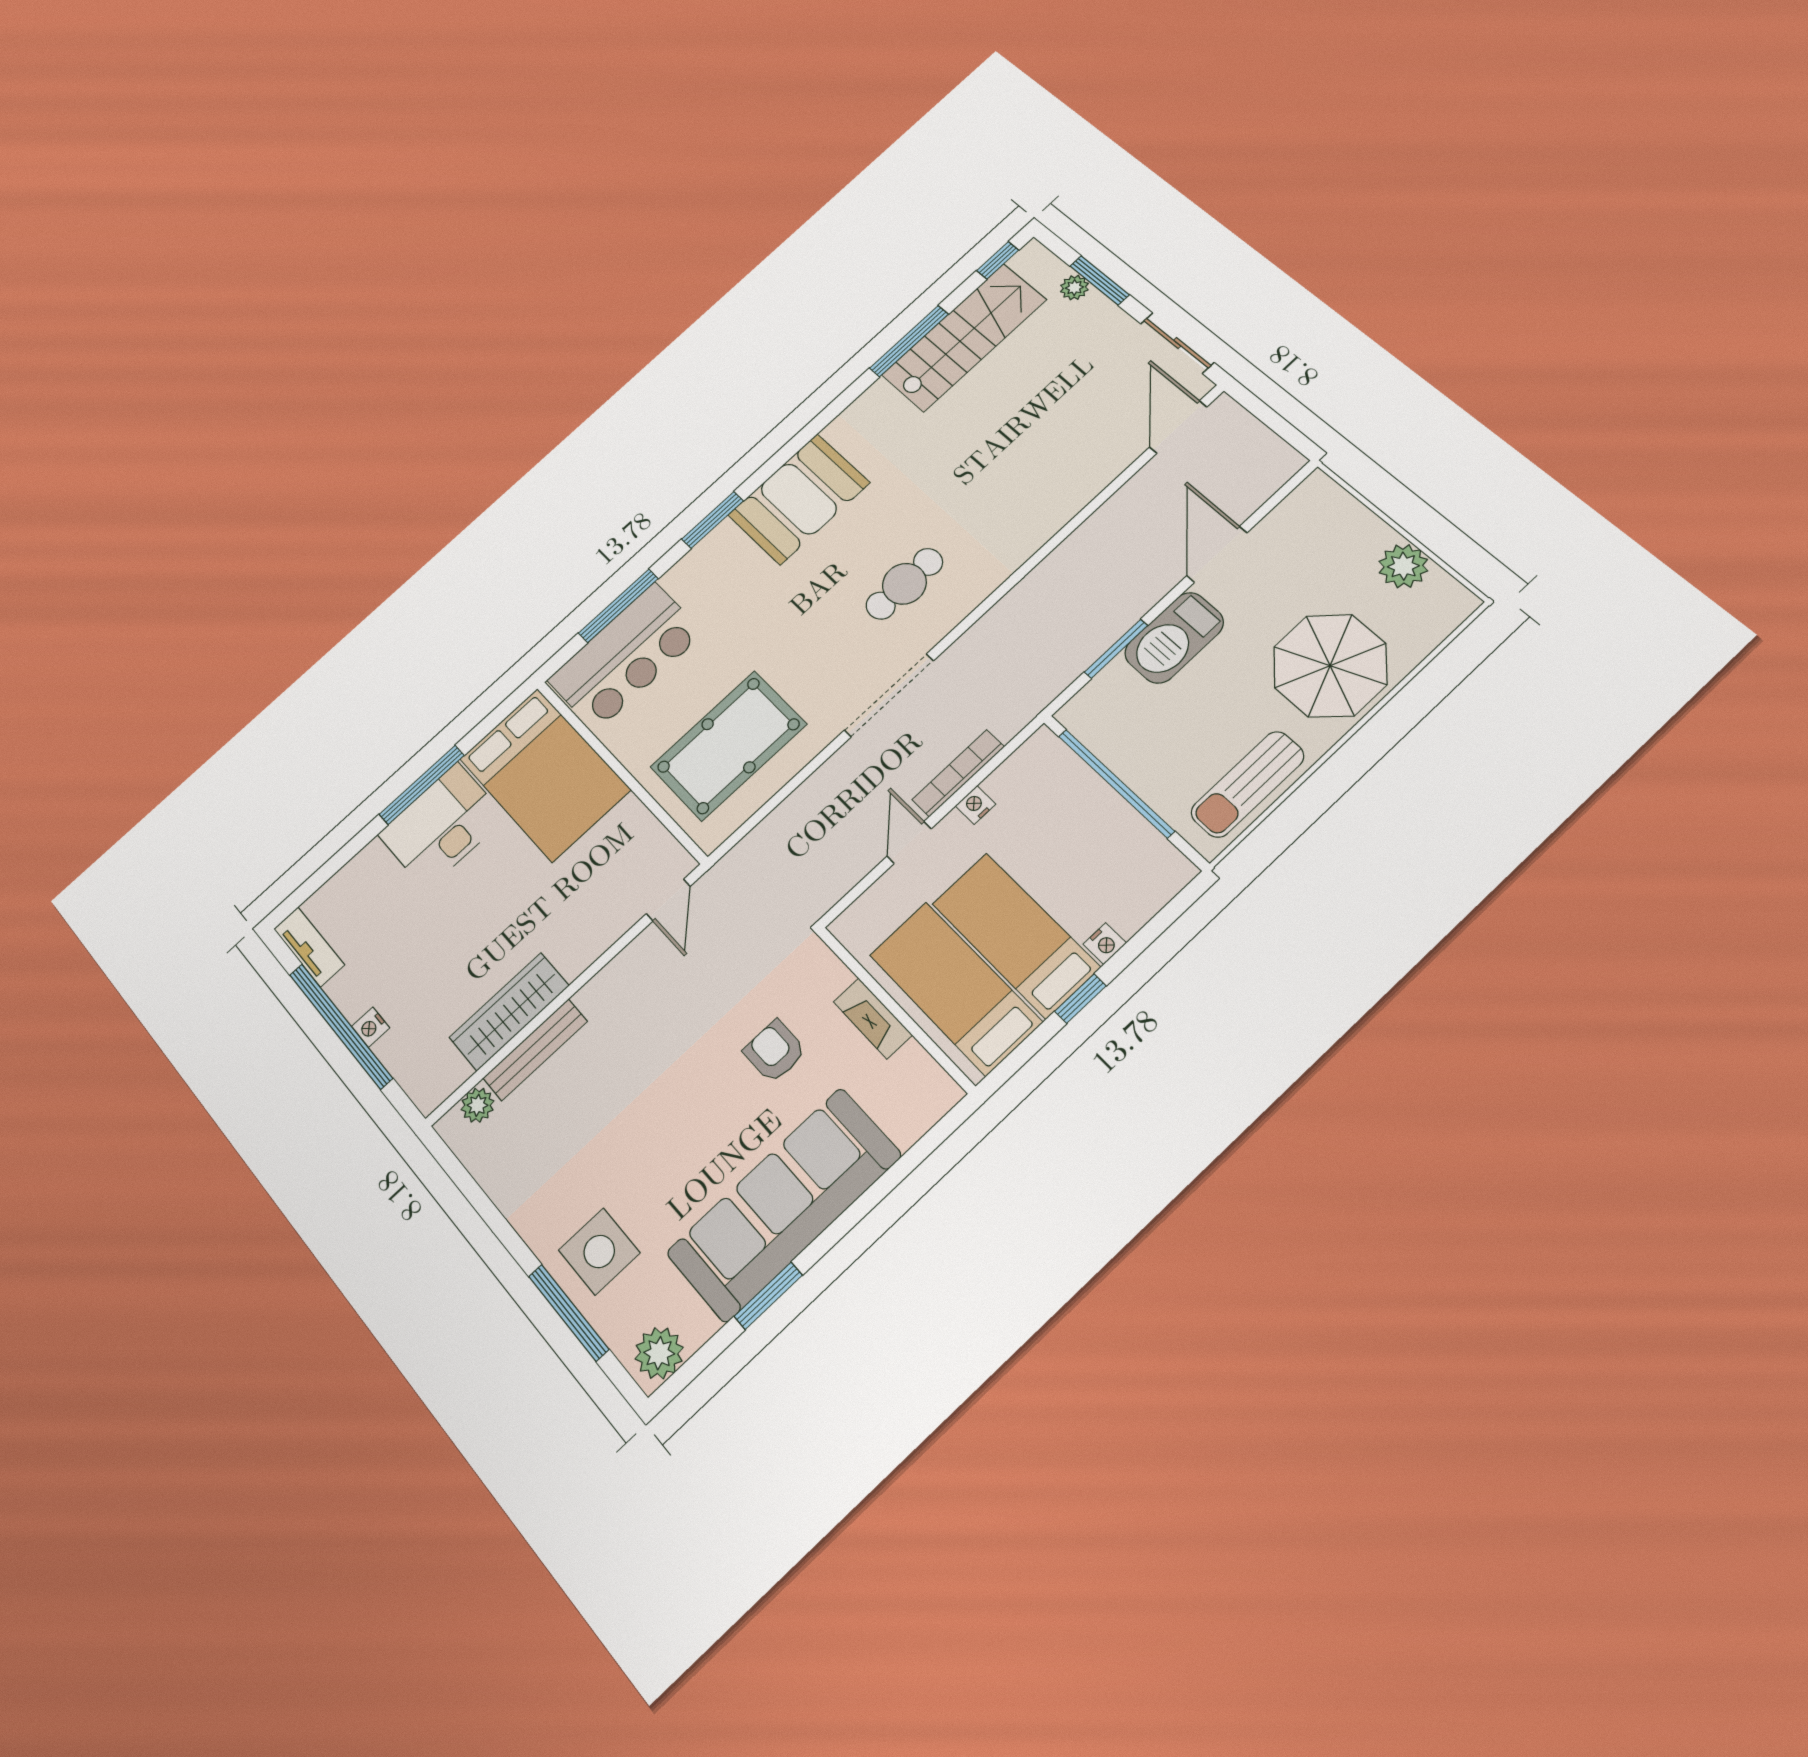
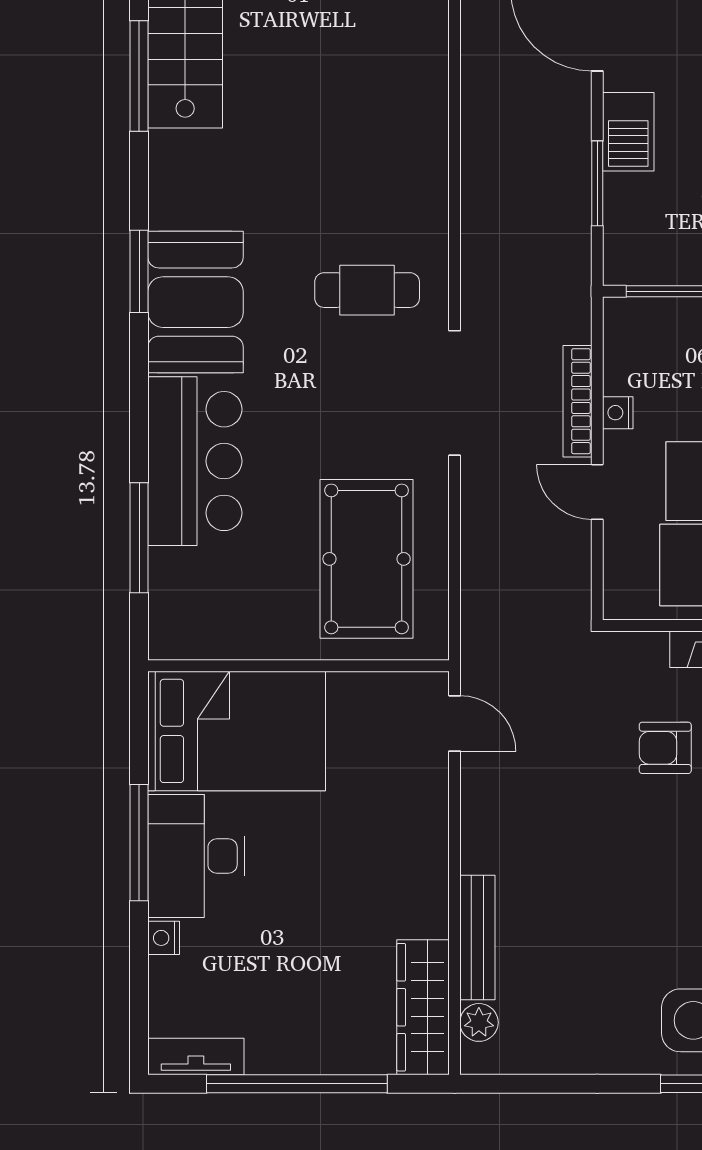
window: (713, 520) -> (139, 271), moved
cafe table: (904, 584) -> (367, 290), turned 90
barbecue: (1174, 638) -> (628, 132), width x0.73, depth x0.83
bar counter: (626, 656) -> (195, 461), moved
wardrobe: (509, 1012) -> (423, 1007), moved
nightstand: (371, 1027) -> (164, 938), moved, turned 90

